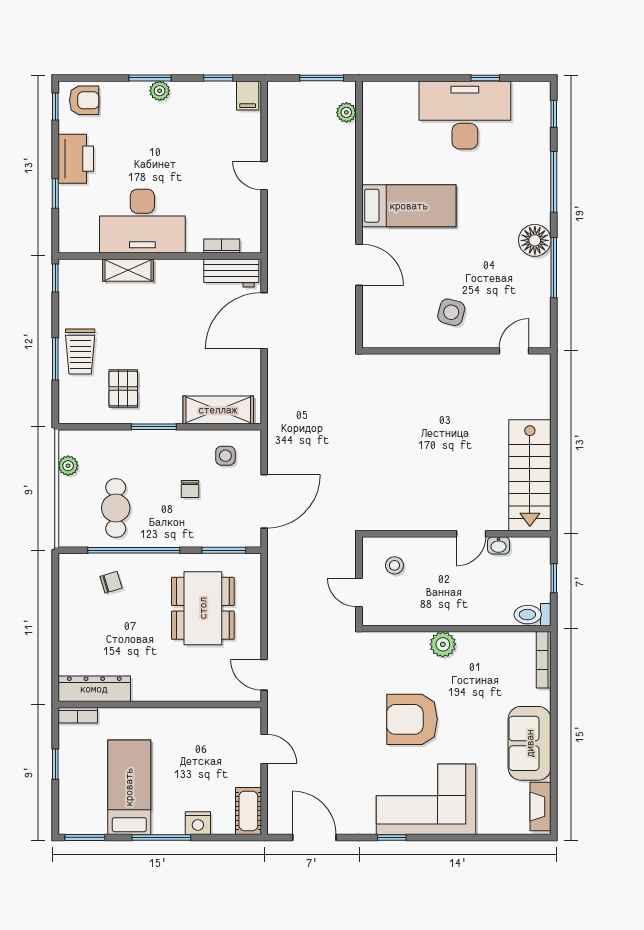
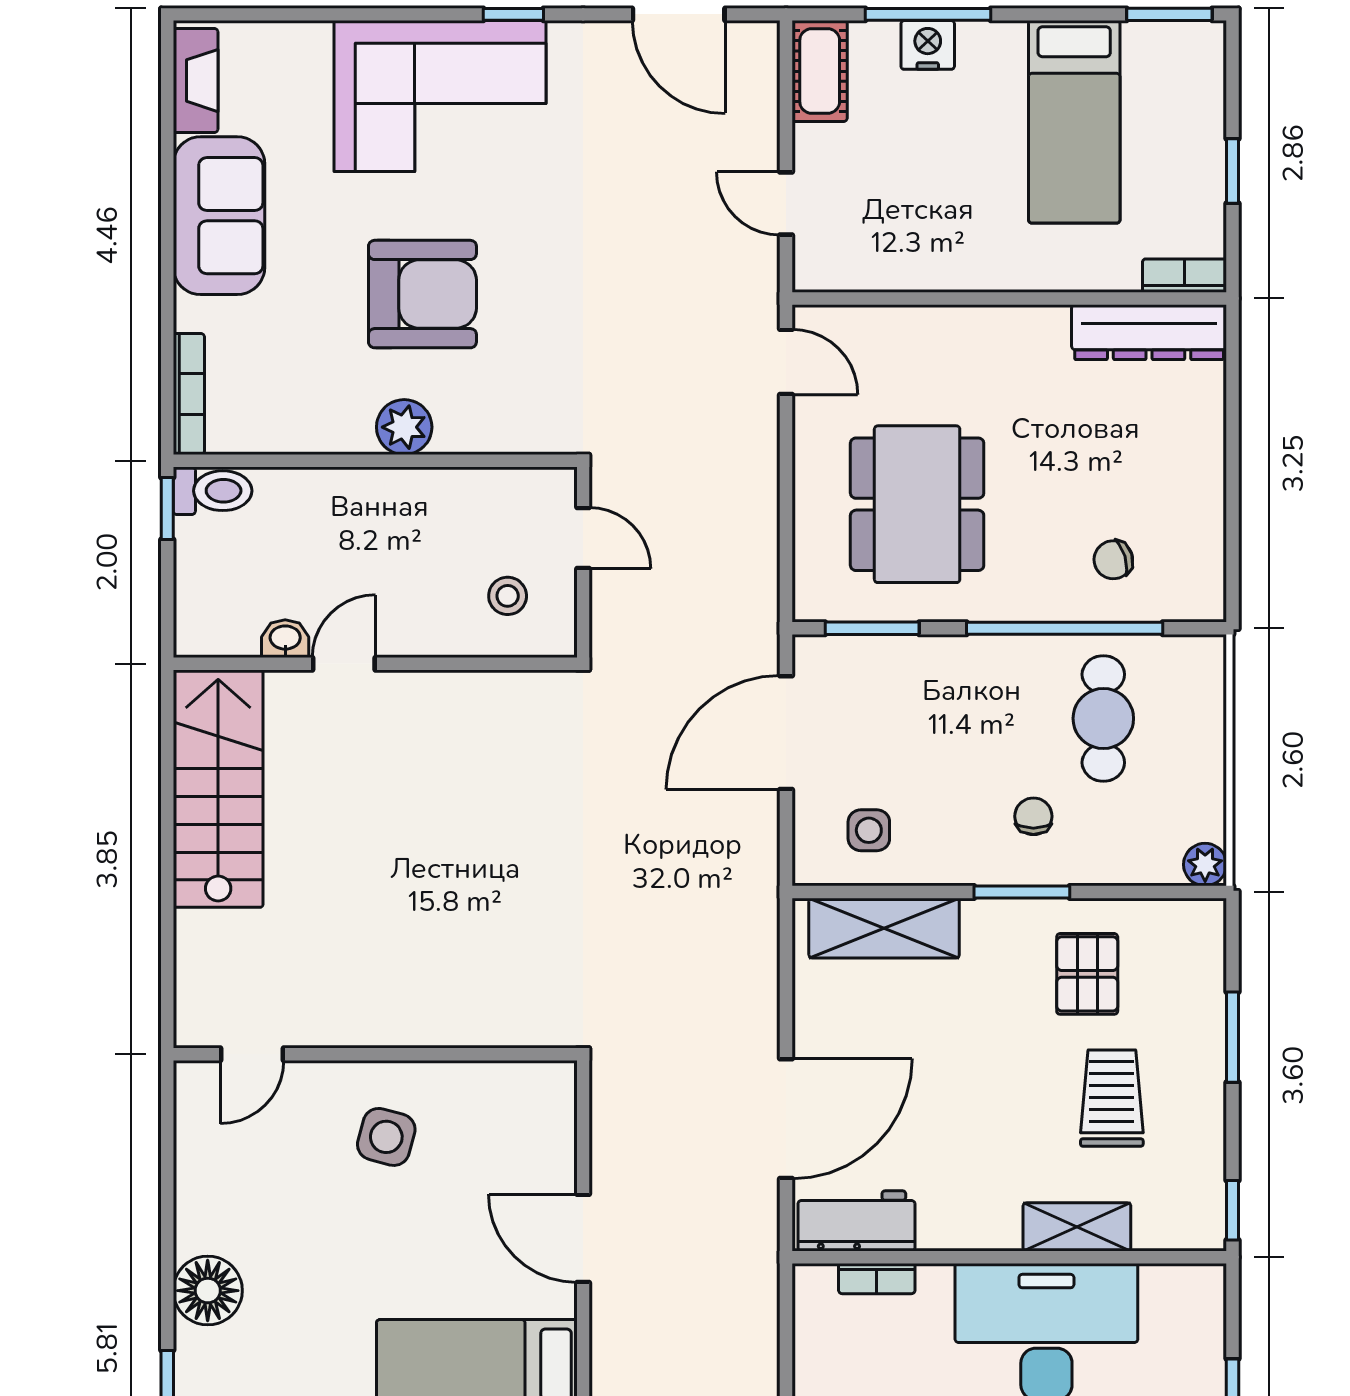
window: (554, 268) -> (167, 1232), removed
trolley: (80, 351) -> (1112, 1098), moved
plant: (68, 466) -> (1205, 865), moved
chair: (190, 489) -> (1033, 816), moved
window: (554, 578) -> (167, 509), moved
armchair: (412, 719) -> (422, 294), moved
window: (161, 837) -> (928, 14), moved

